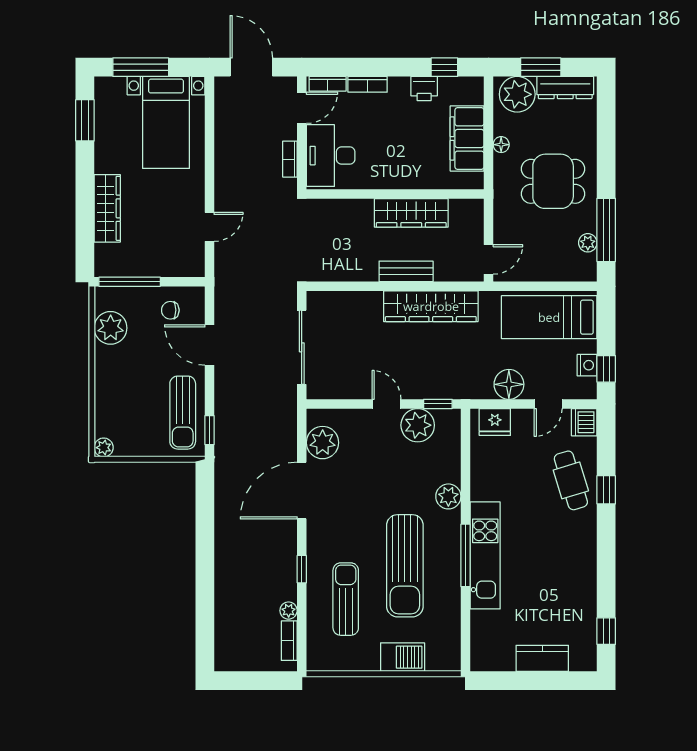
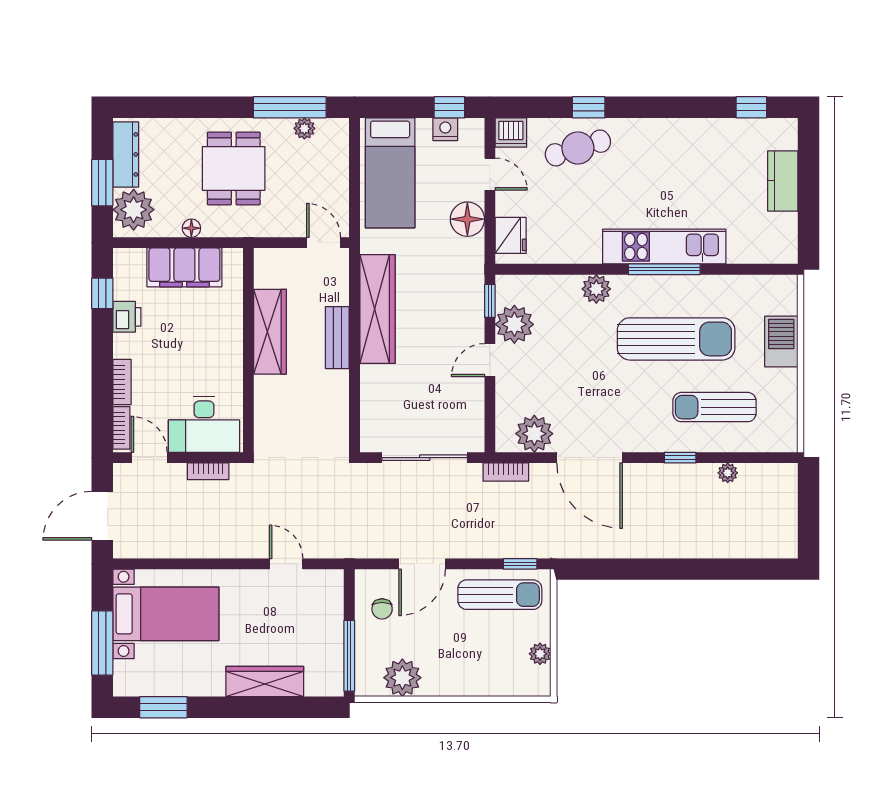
plant: (104, 448) -> (540, 654), moved
bookcase: (289, 641) -> (506, 472), moved

